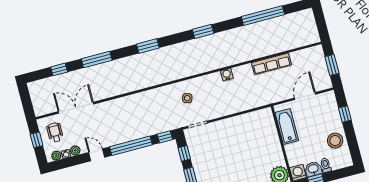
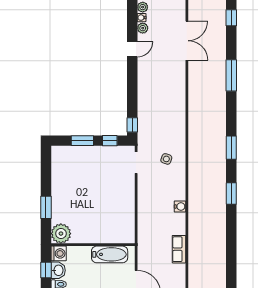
window: (263, 16) -> (231, 260), removed
window: (148, 46) -> (231, 148), moved
row of seats: (271, 64) -> (179, 249), width x0.68
window: (59, 69) -> (231, 18), moved
wheelchair: (55, 132) -> (167, 12), removed
window: (131, 146) -> (132, 87), removed

